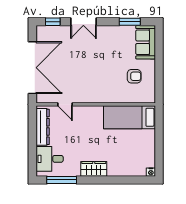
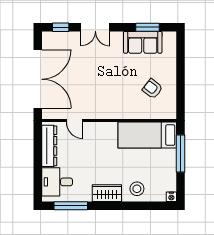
sofa: (146, 42) -> (143, 42), moved, turned -90
armchair: (134, 76) -> (152, 89), turned -142
window: (159, 134) -> (181, 154), added
stool: (120, 165) -> (137, 189), added

